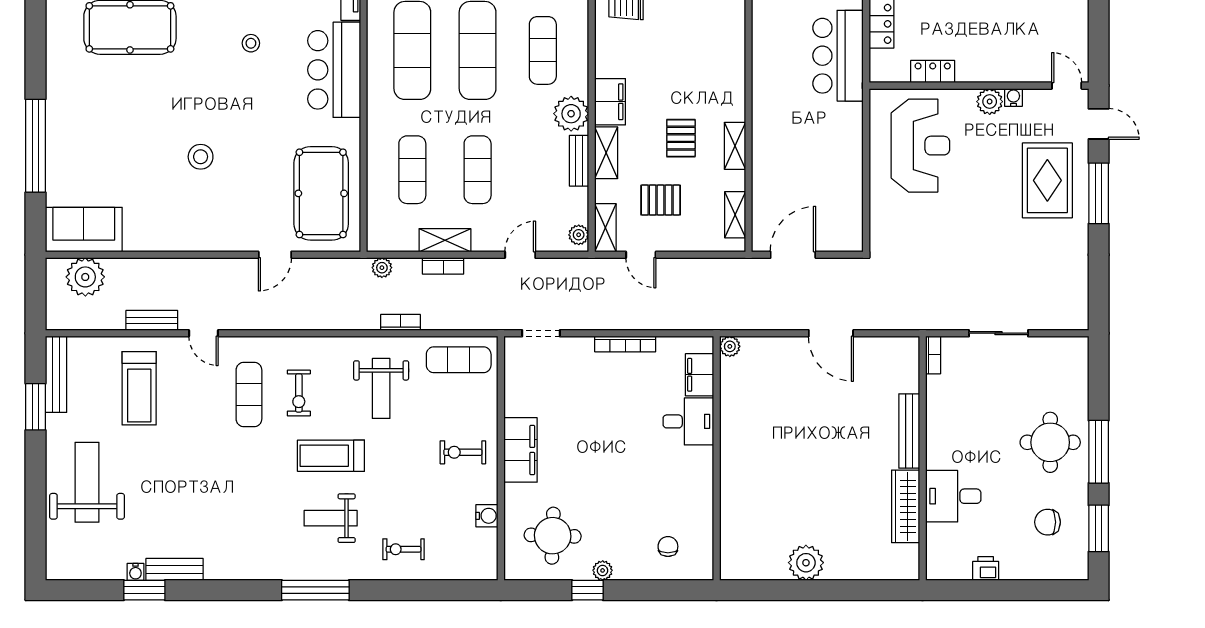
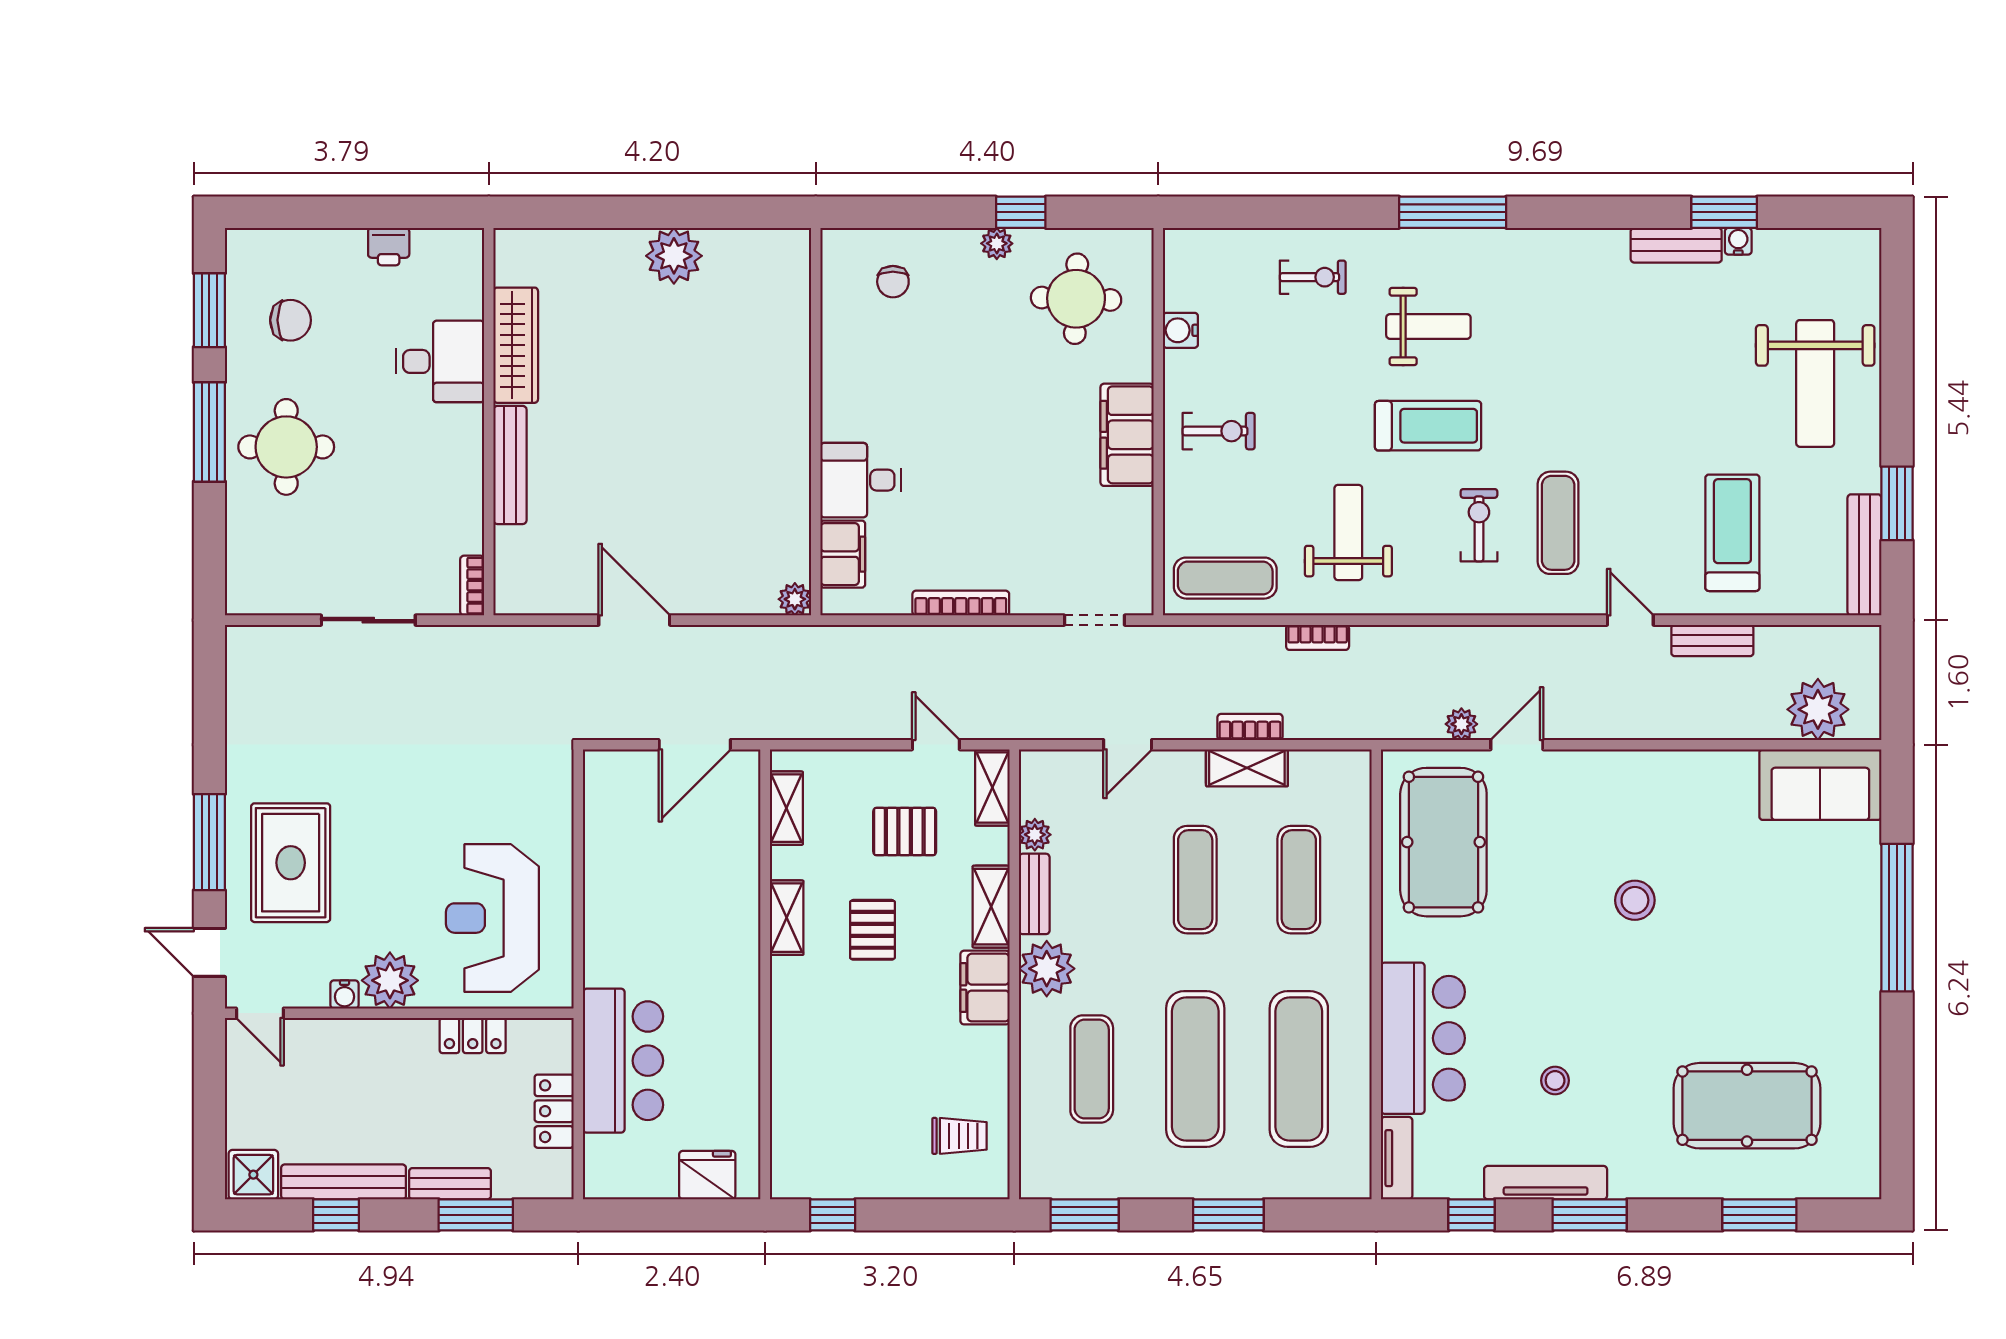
plant: (990, 102) -> (390, 980), width x1.36, depth x1.36
plant: (579, 235) -> (1035, 835), moved
plant: (382, 268) -> (1461, 724), moved

